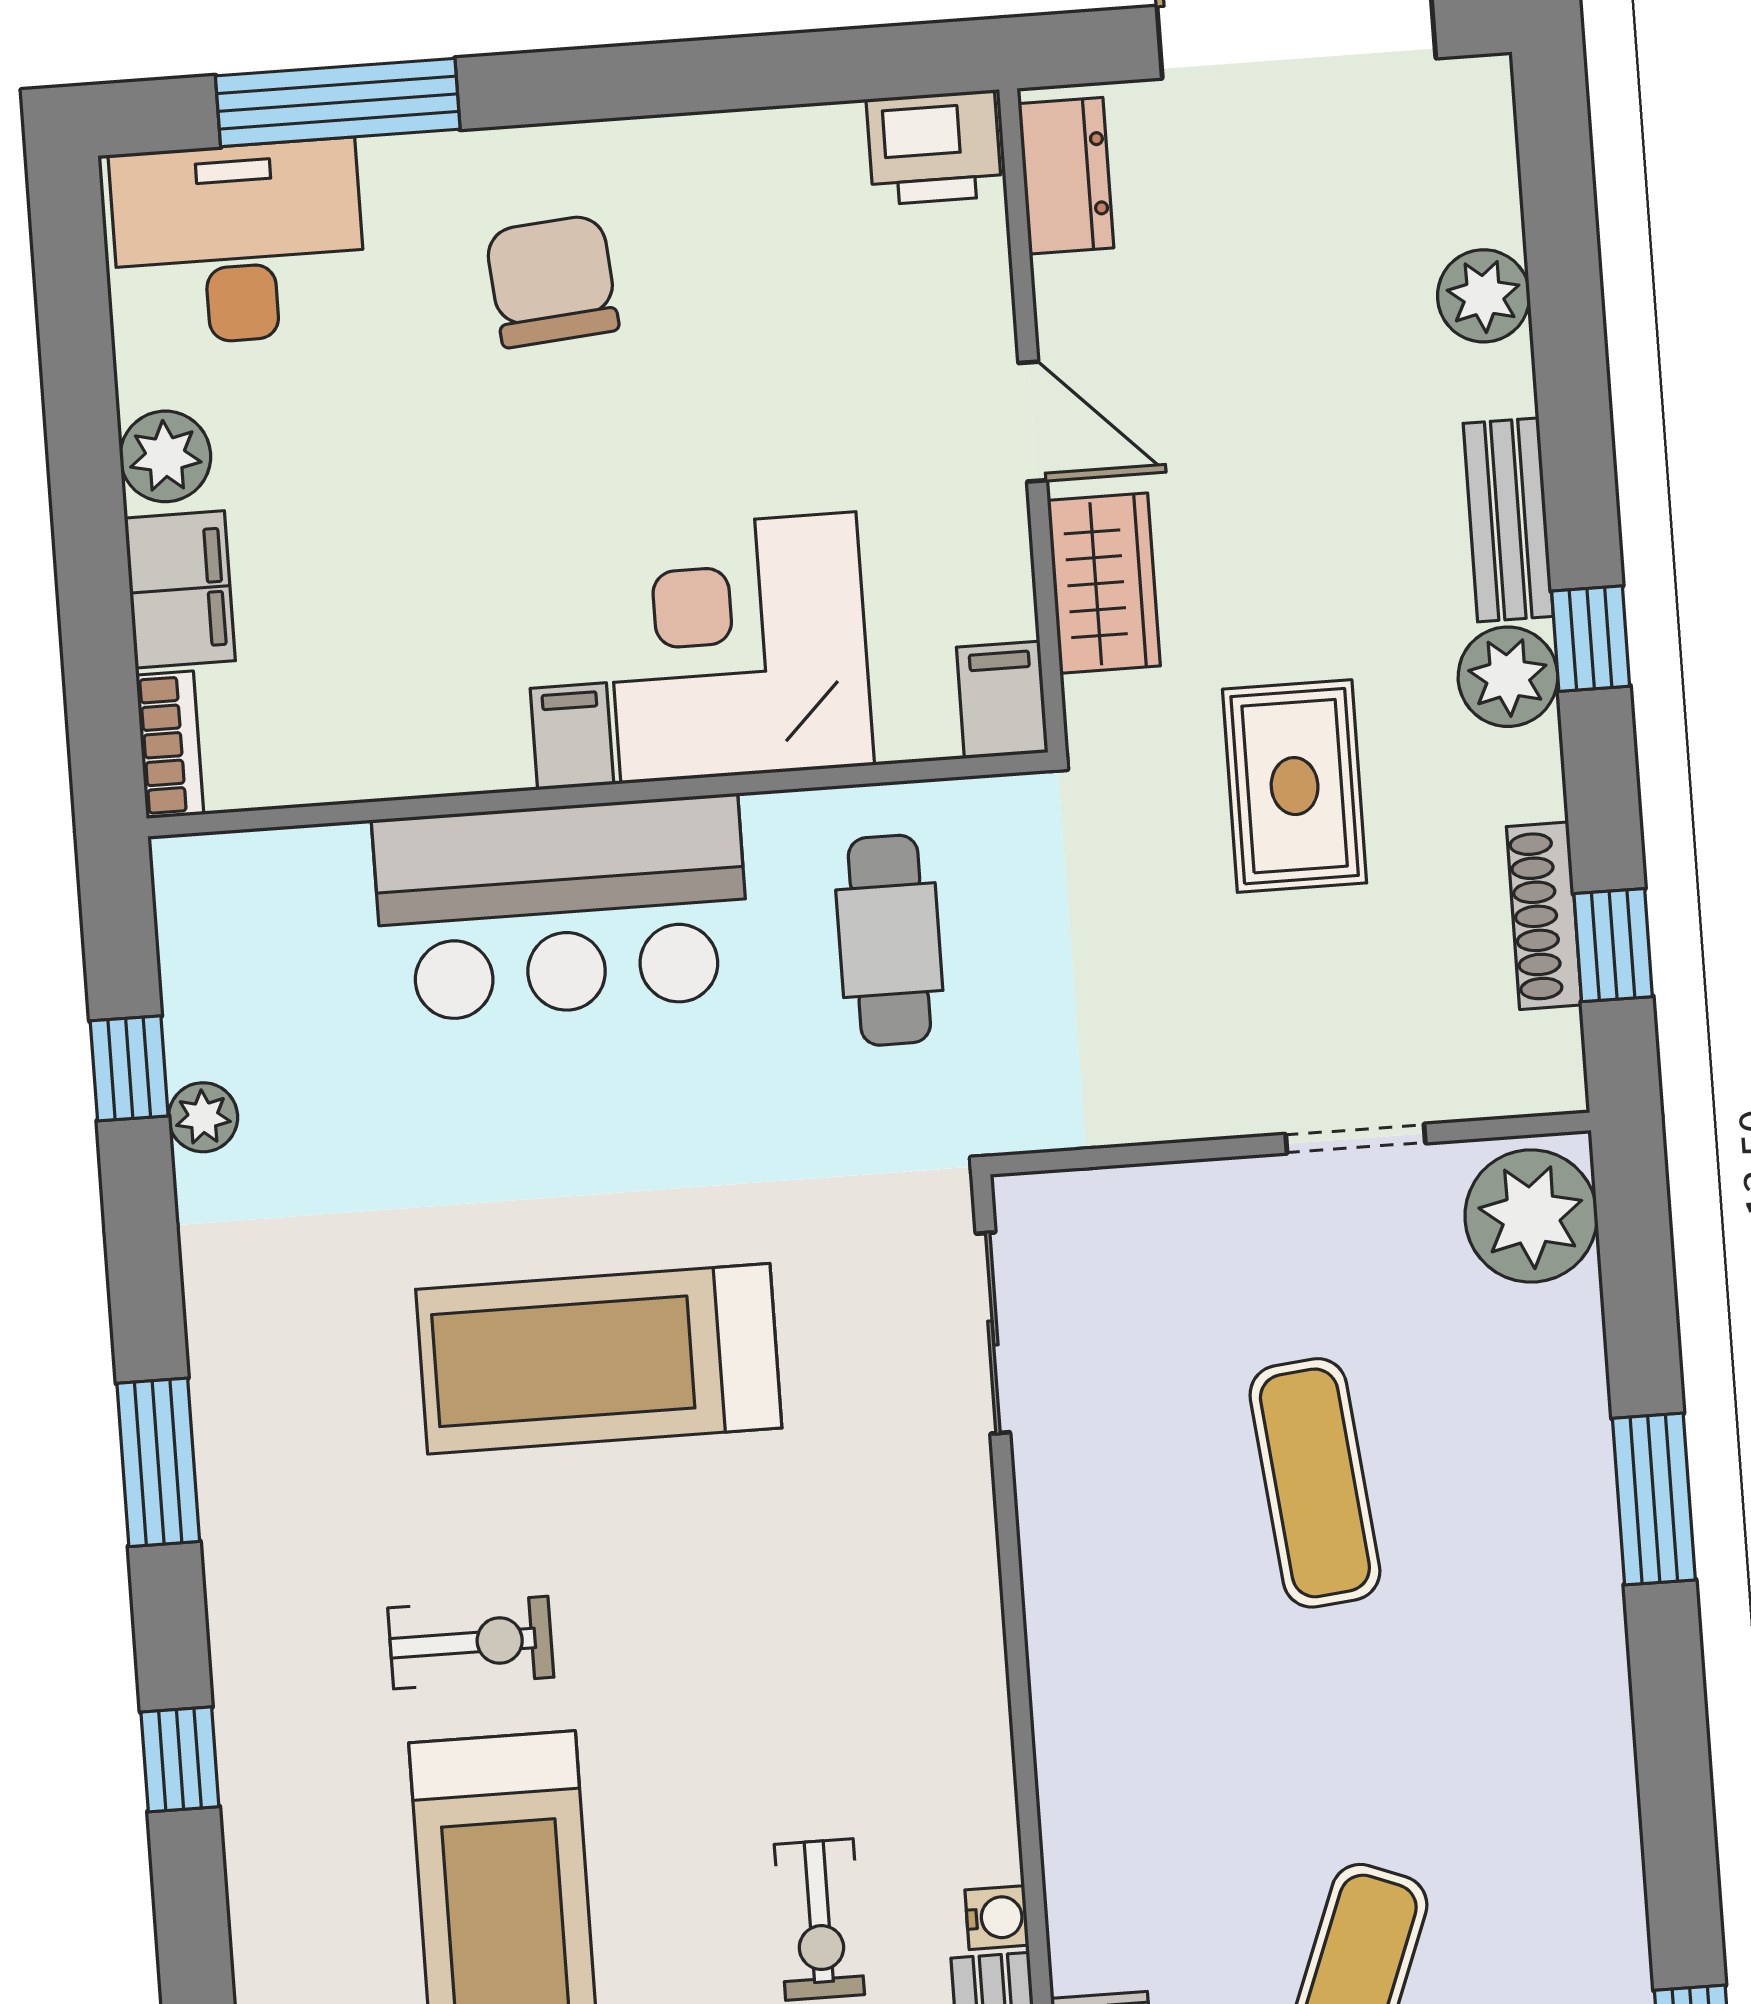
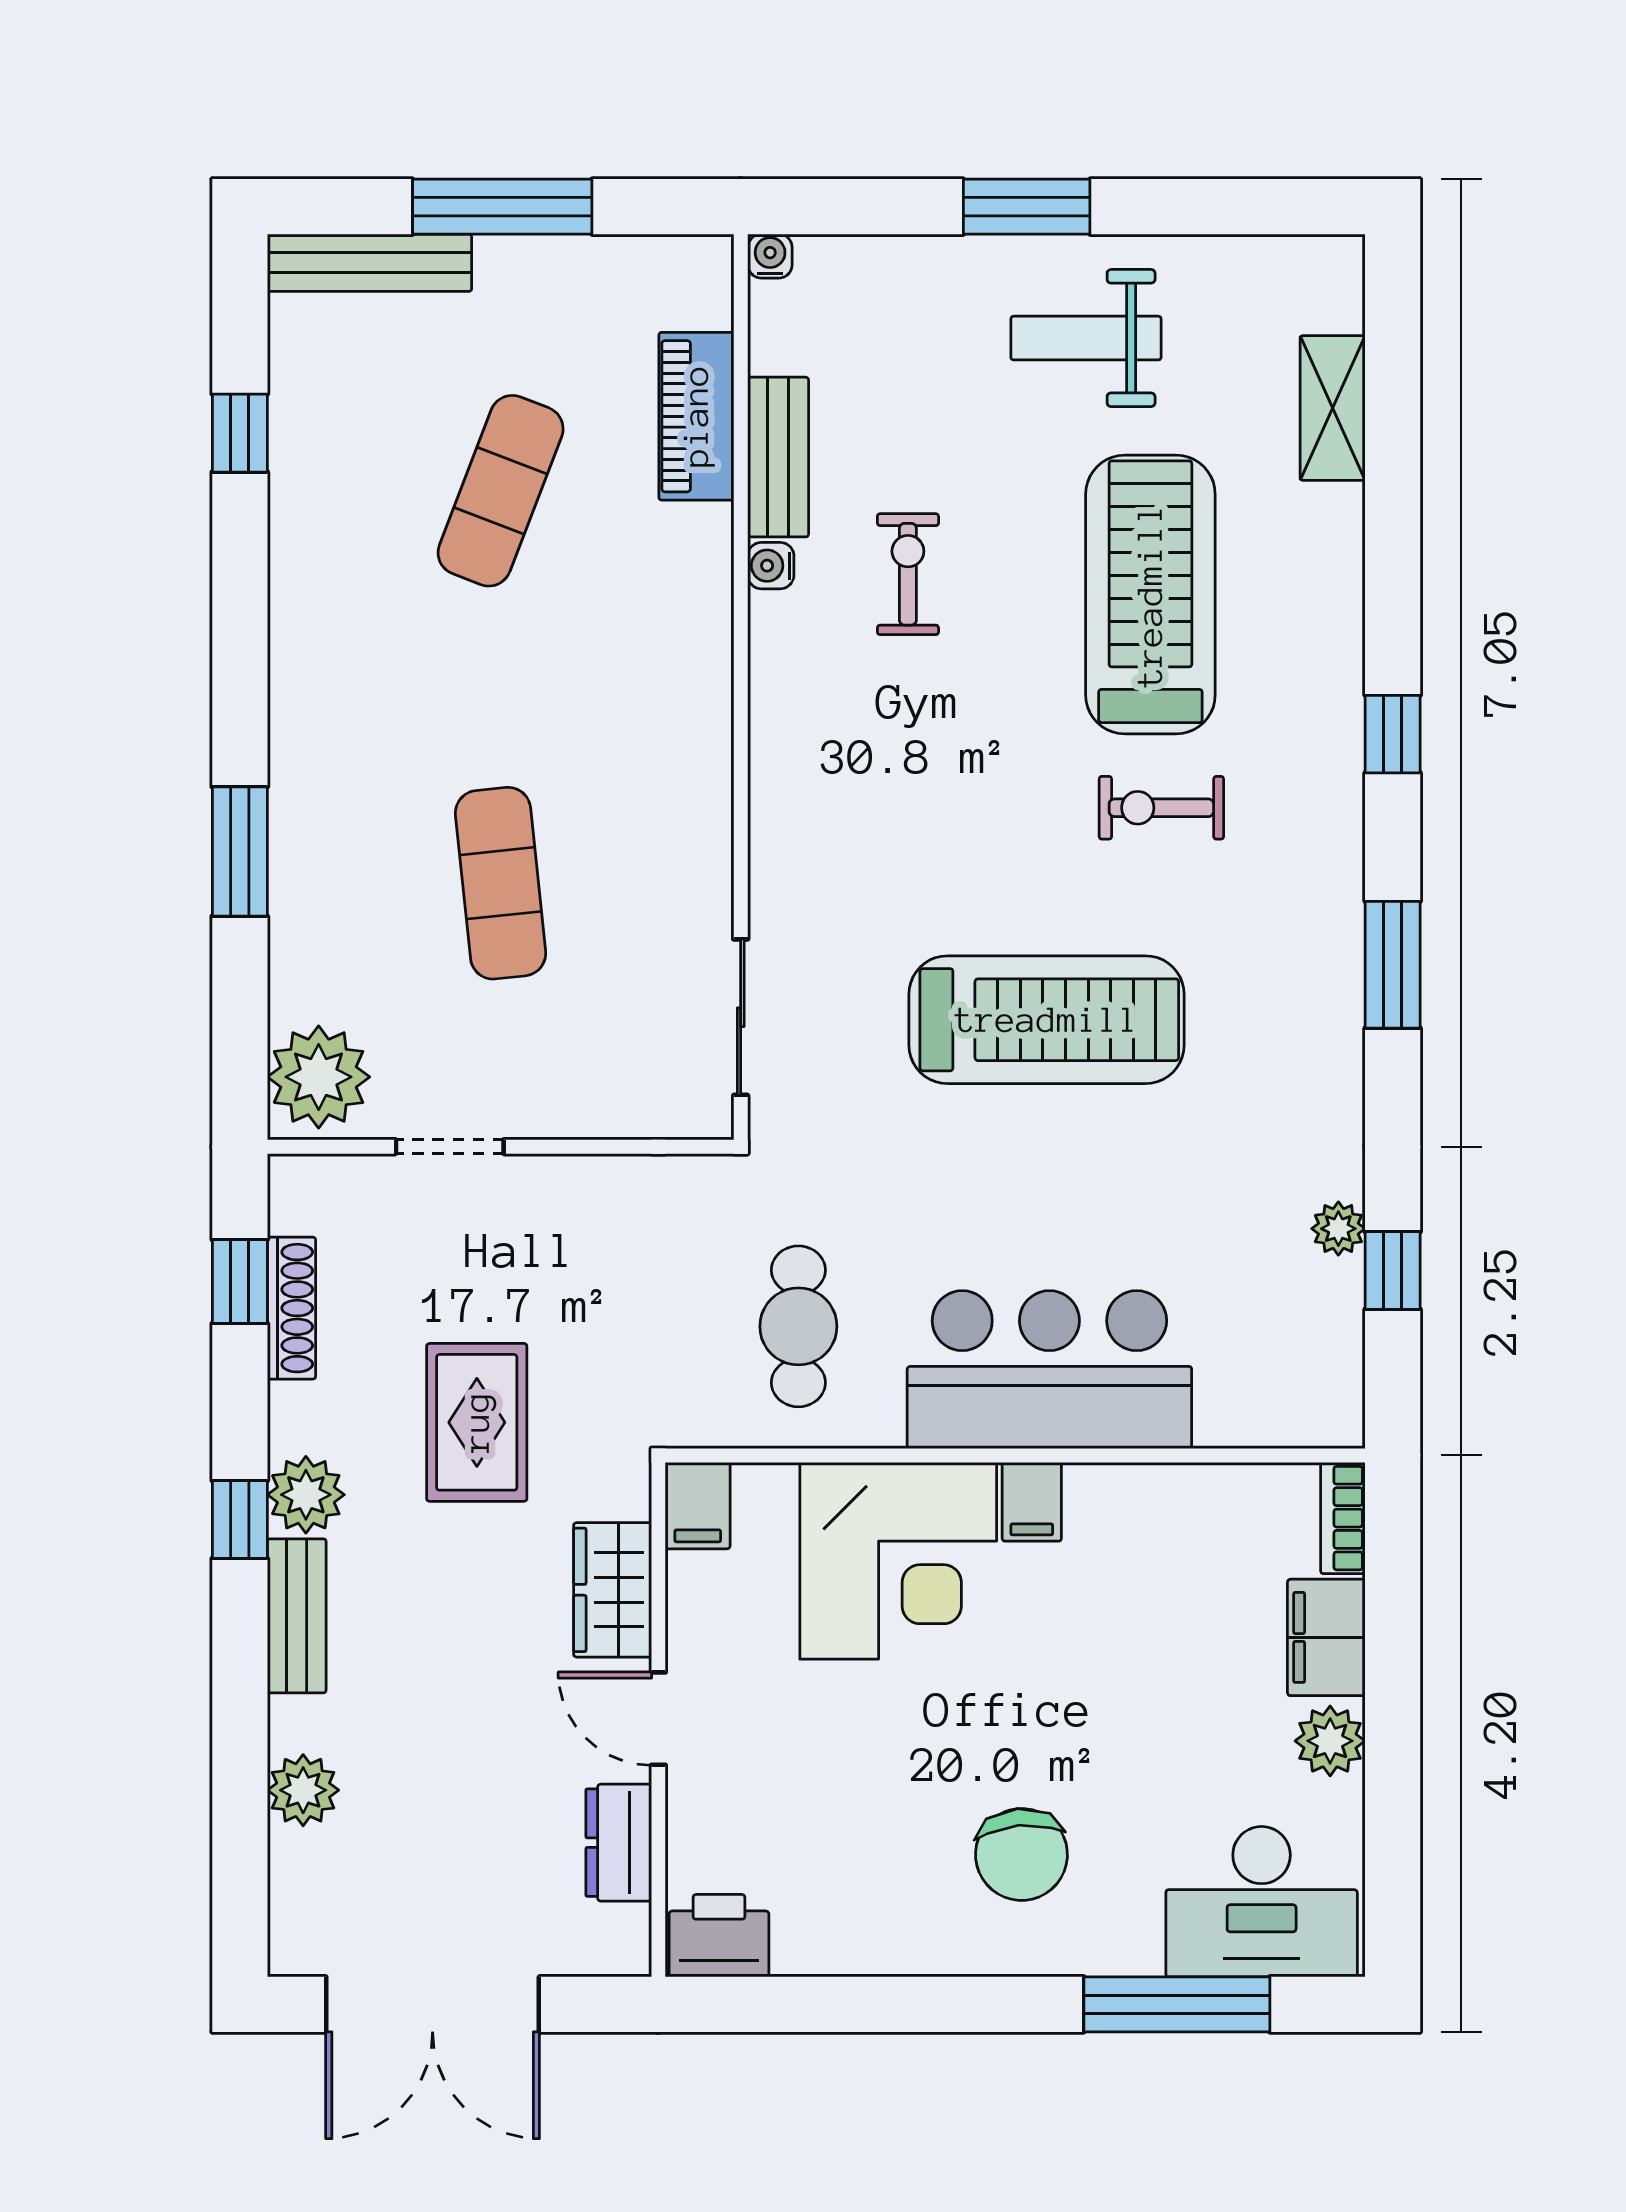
dresser: (1066, 176) -> (619, 1843), moved

